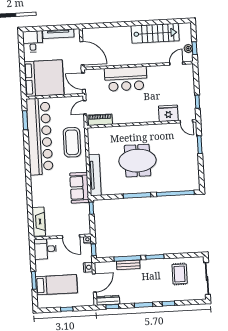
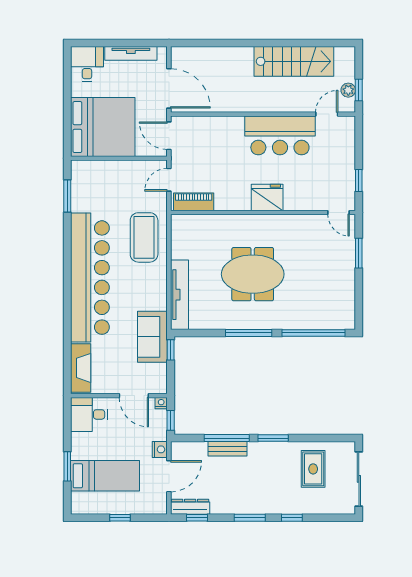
bar counter: (126, 79) -> (280, 135), moved
fridge: (168, 113) -> (267, 197), moved
bar counter: (40, 136) -> (90, 278), moved
sofa: (79, 188) -> (152, 337), moved

